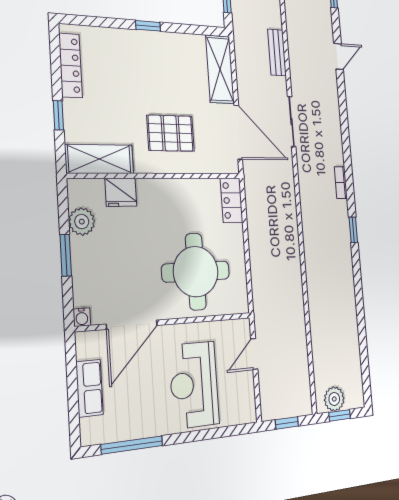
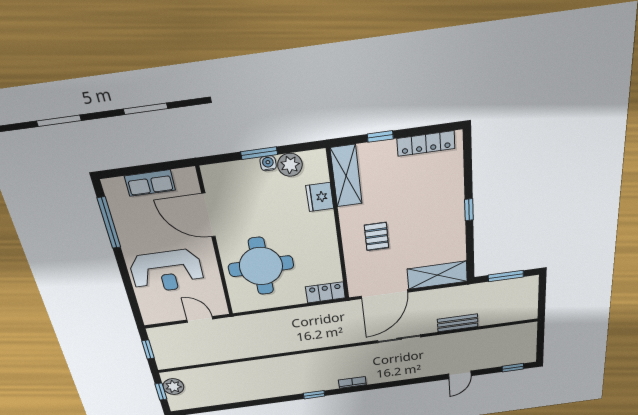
door: (339, 56) -> (460, 375), hinge flipped
pallet: (171, 133) -> (377, 236), width x0.67, depth x0.71
water cooler: (82, 317) -> (268, 163), moved, turned 90
reception desk: (194, 385) -> (167, 271), turned 180

